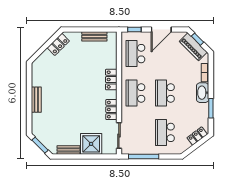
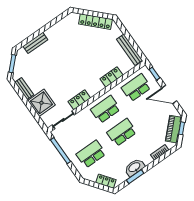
bench: (94, 36) -> (129, 50), width x1.36
locker: (58, 44) -> (95, 22), width x1.53
locker: (111, 80) -> (111, 77), moved
washbasin: (203, 93) -> (134, 167), moved
bench: (36, 100) -> (35, 43), moved

